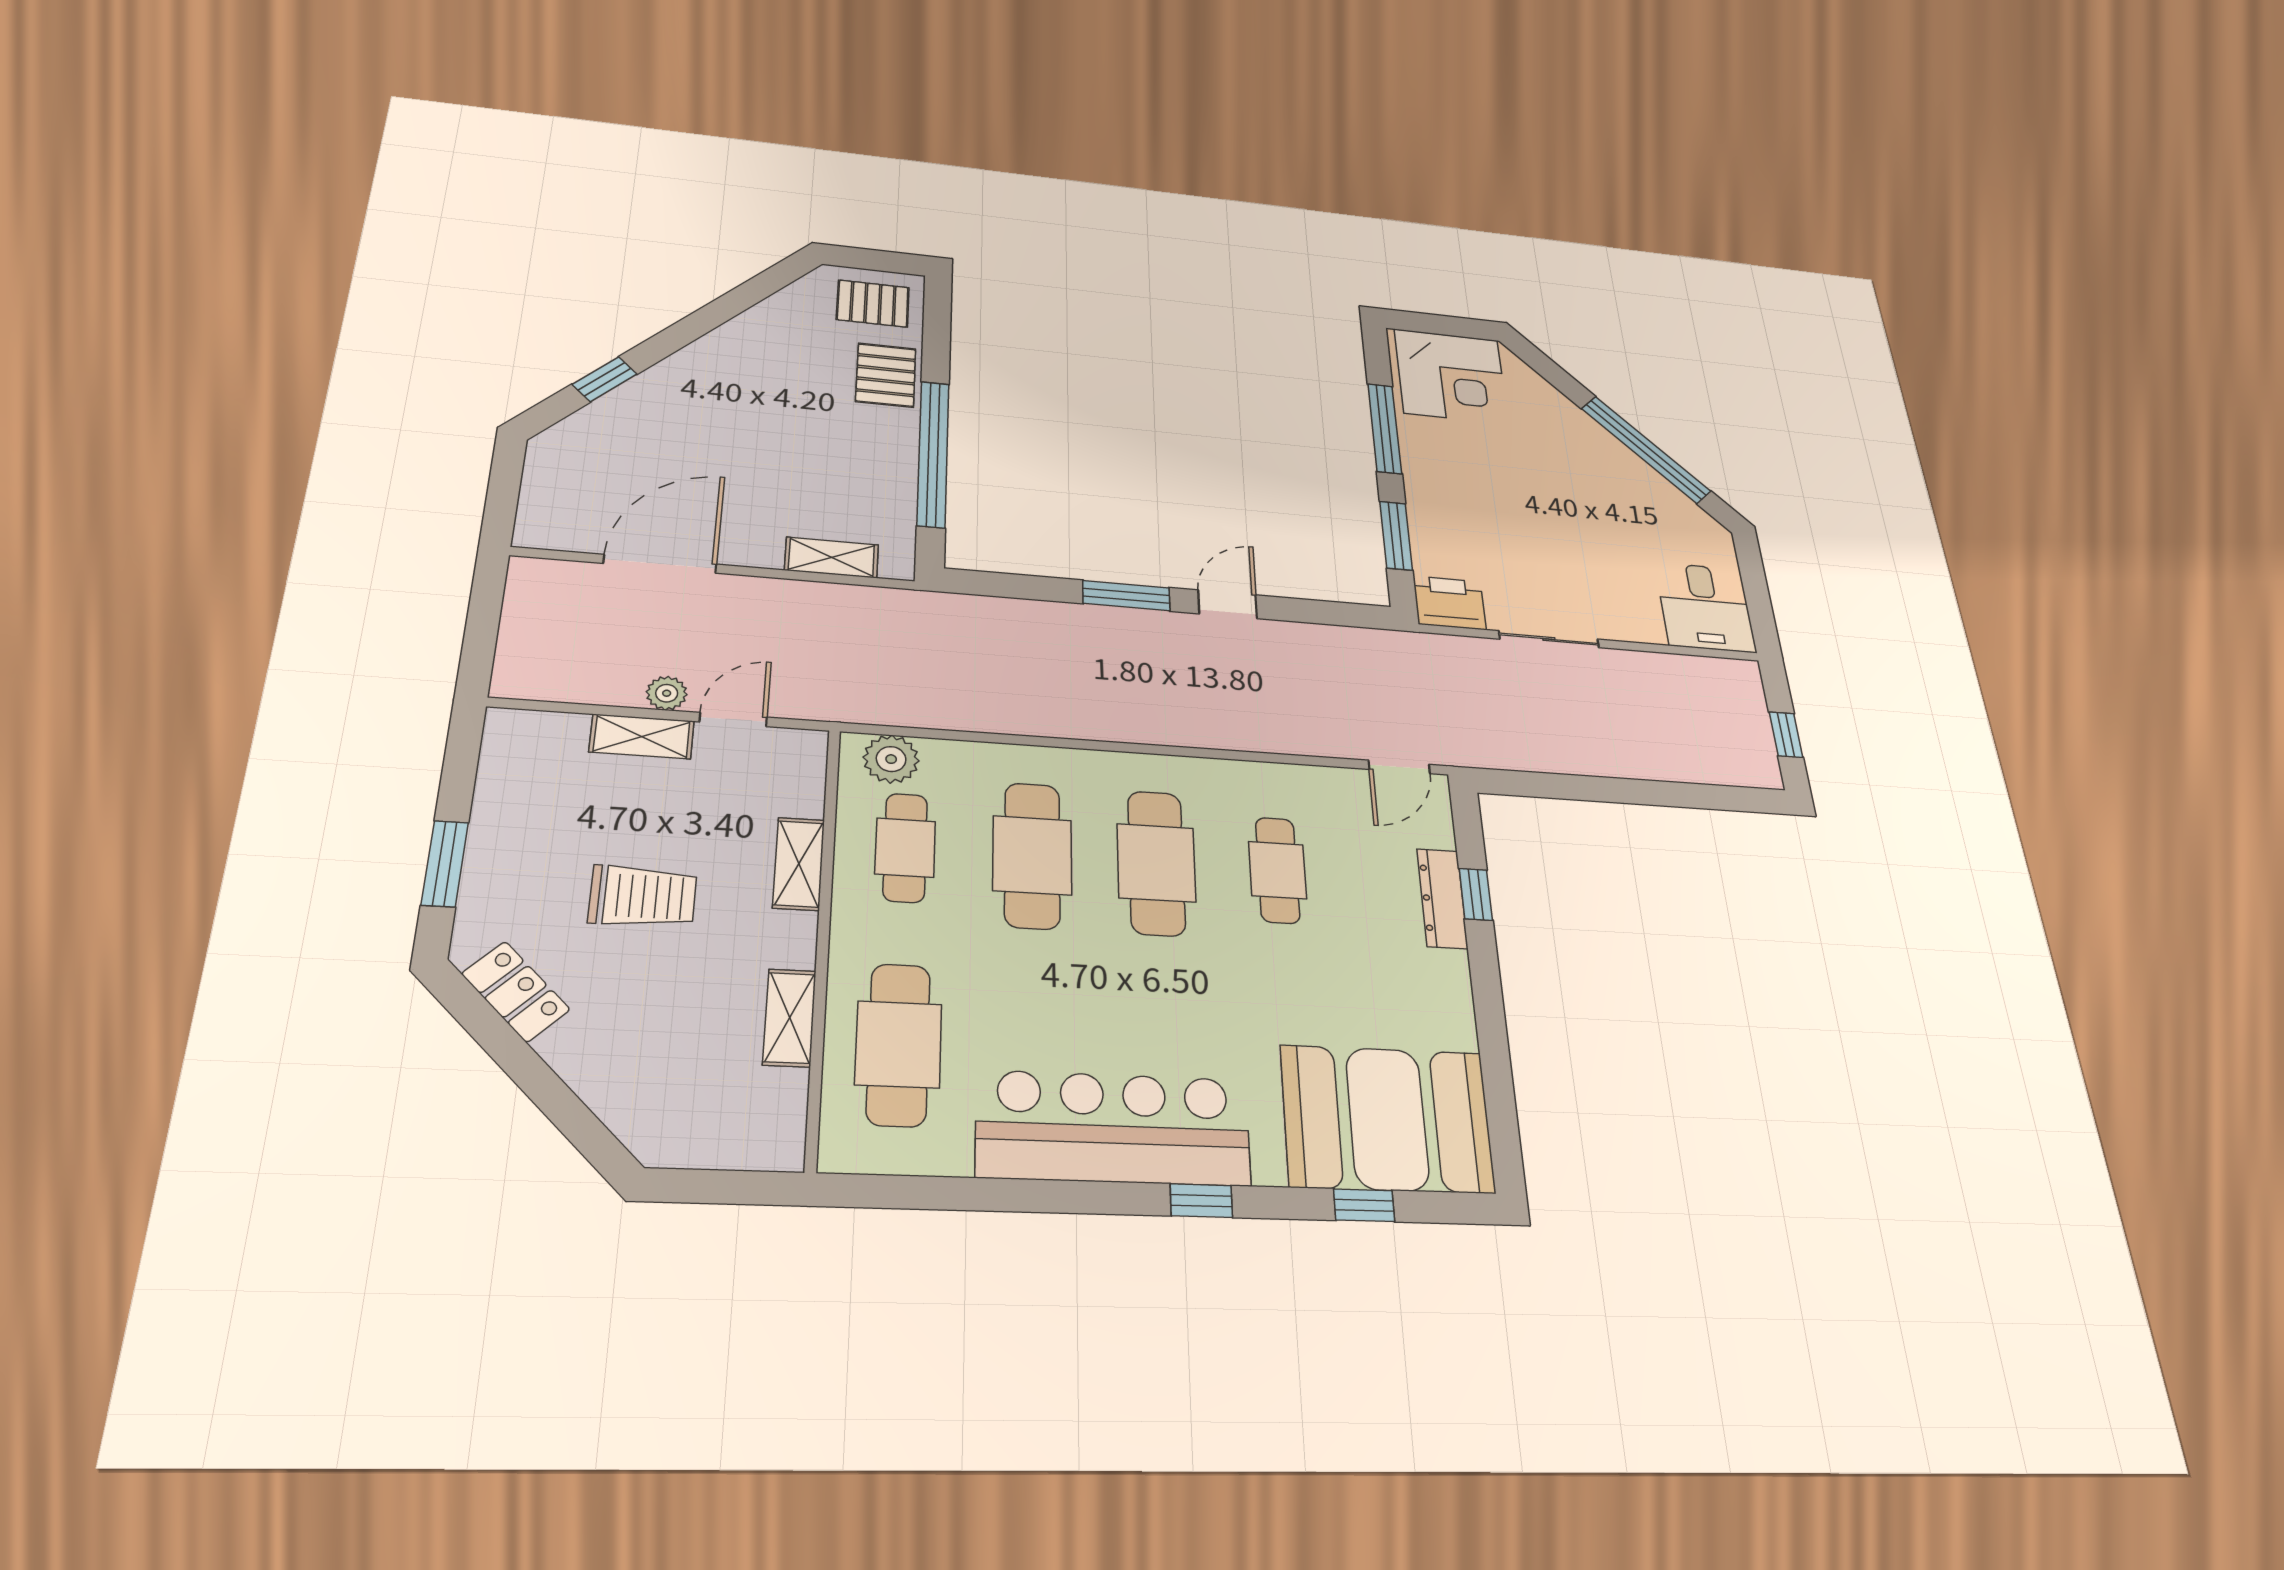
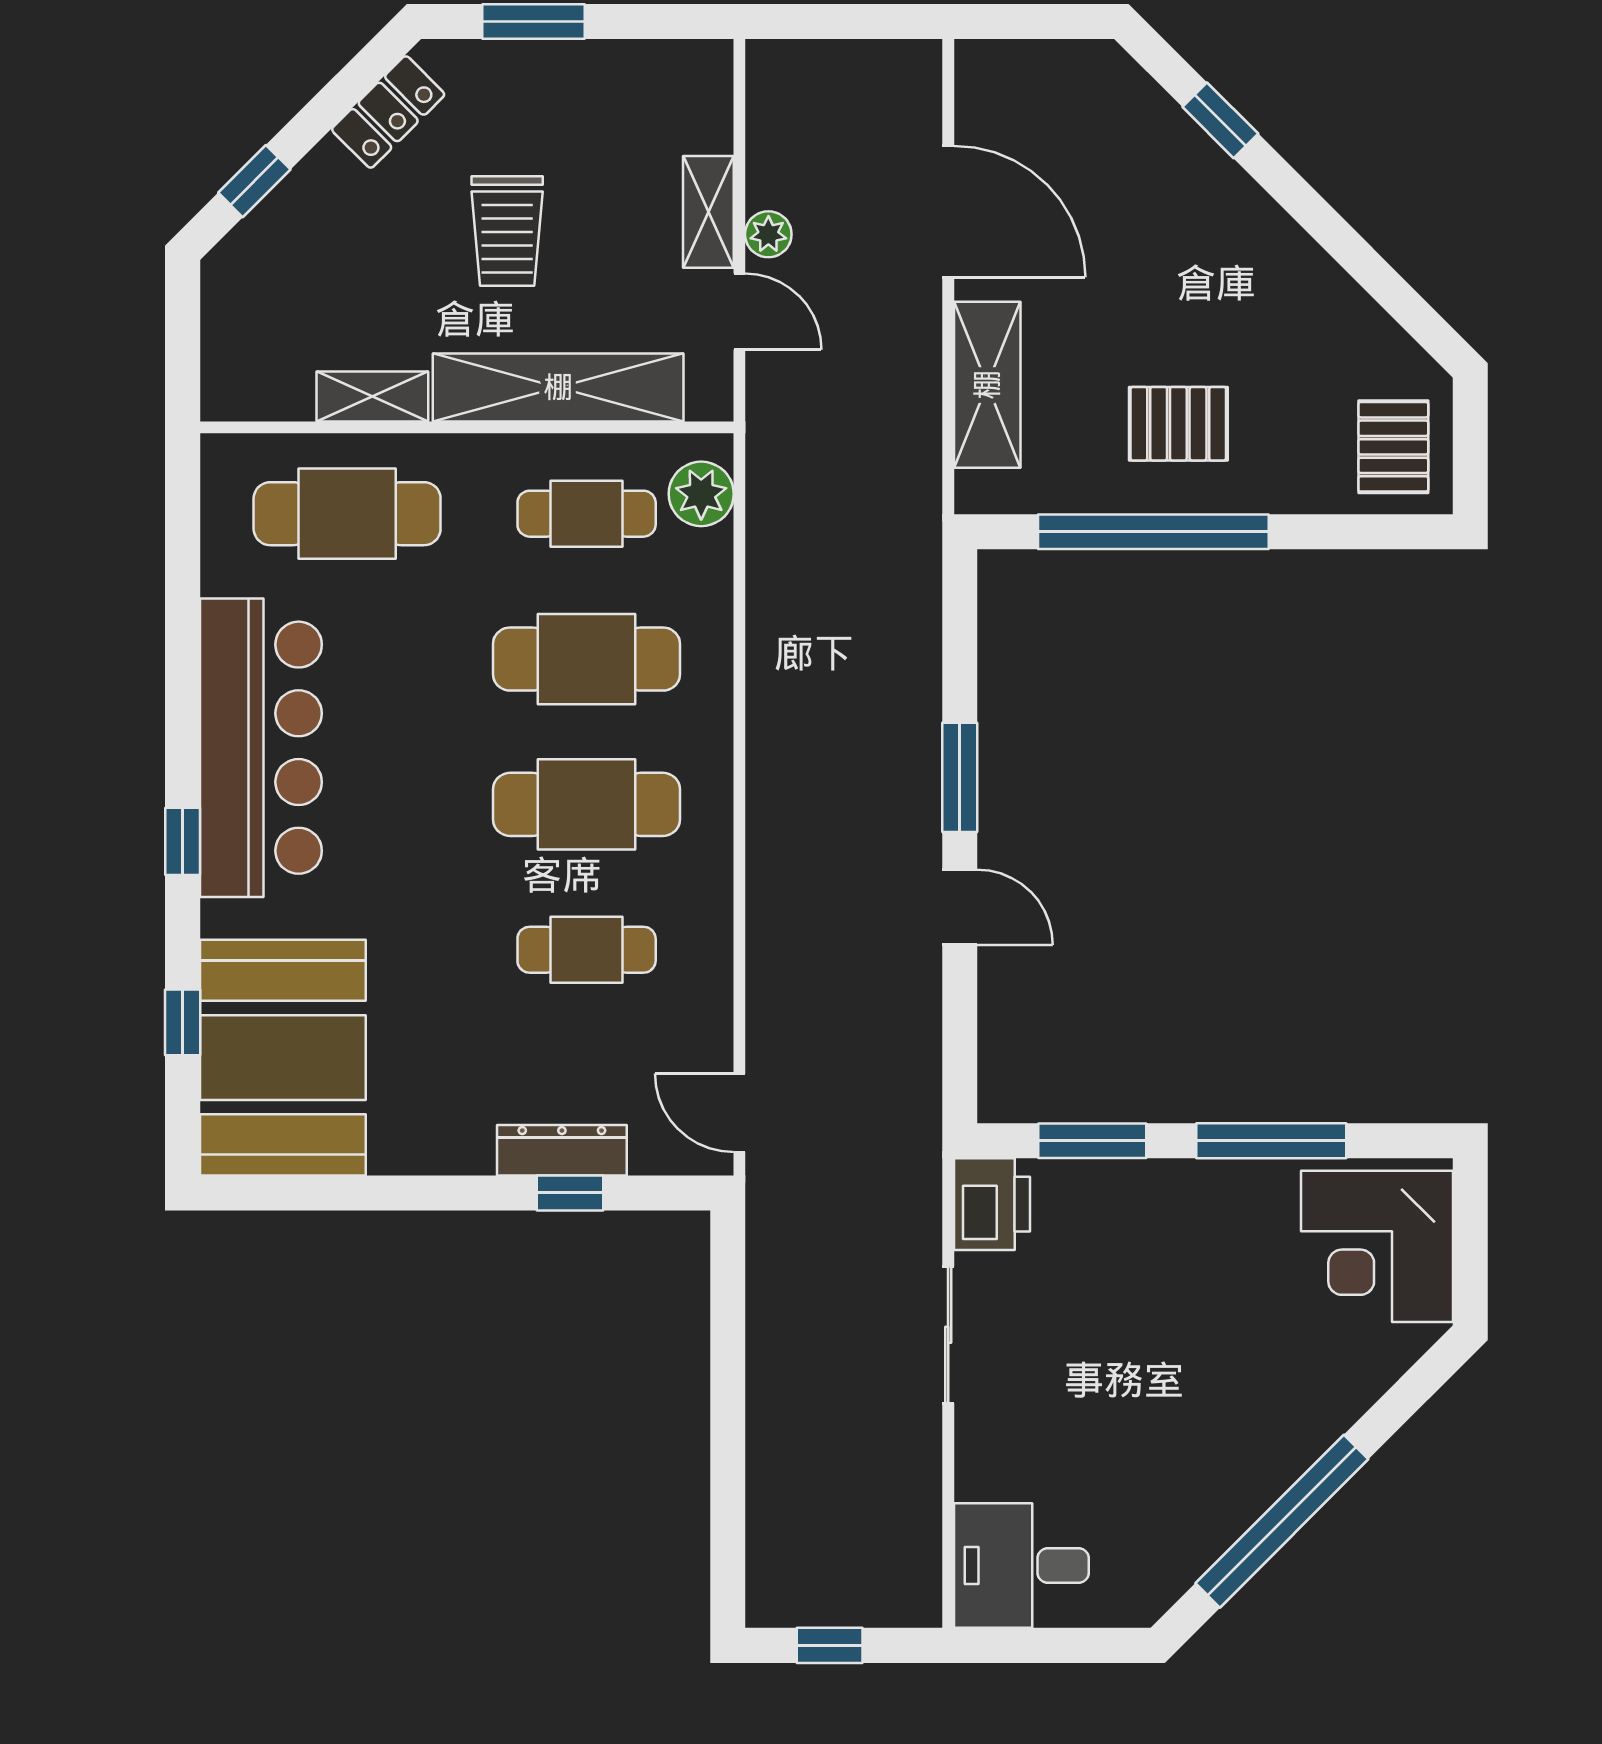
pallet: (886, 375) -> (1178, 424), moved
shelving: (832, 557) -> (987, 385), width x1.50, depth x1.33
shelving: (799, 864) -> (558, 387), width x2.20, depth x1.33
window: (570, 1115) -> (254, 181), added

